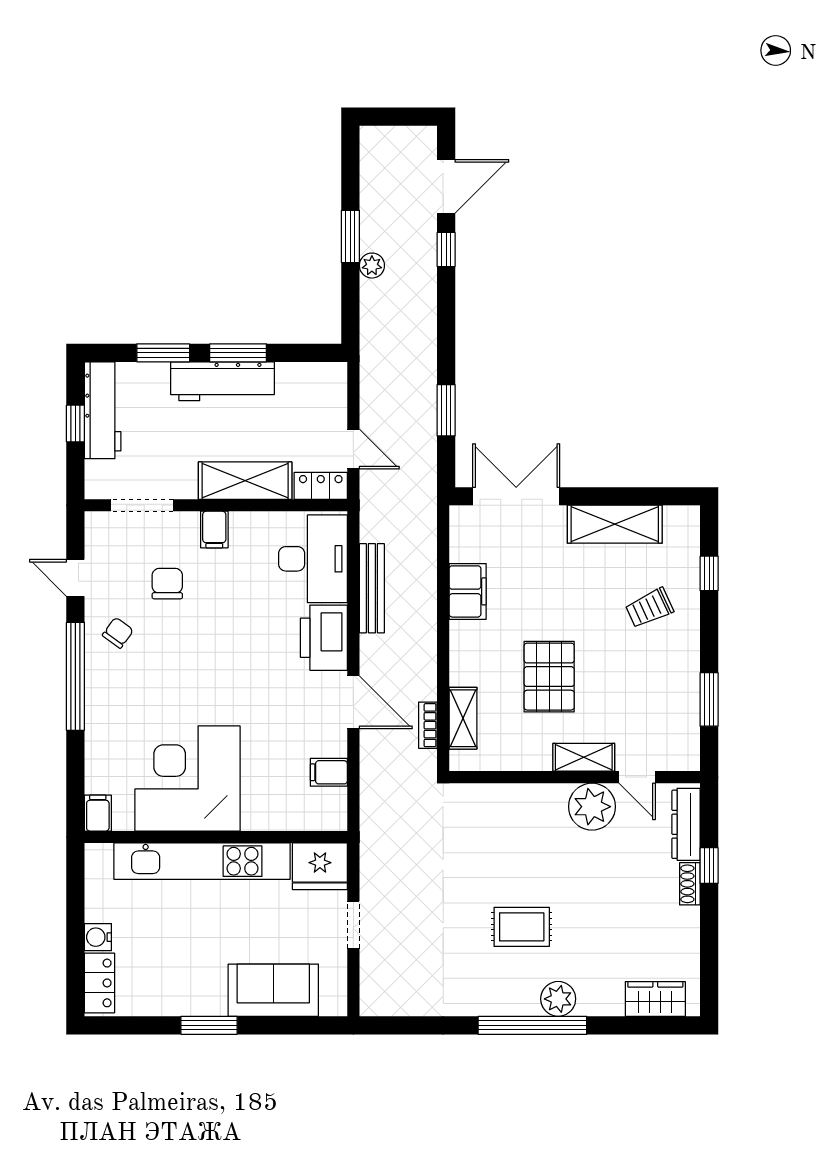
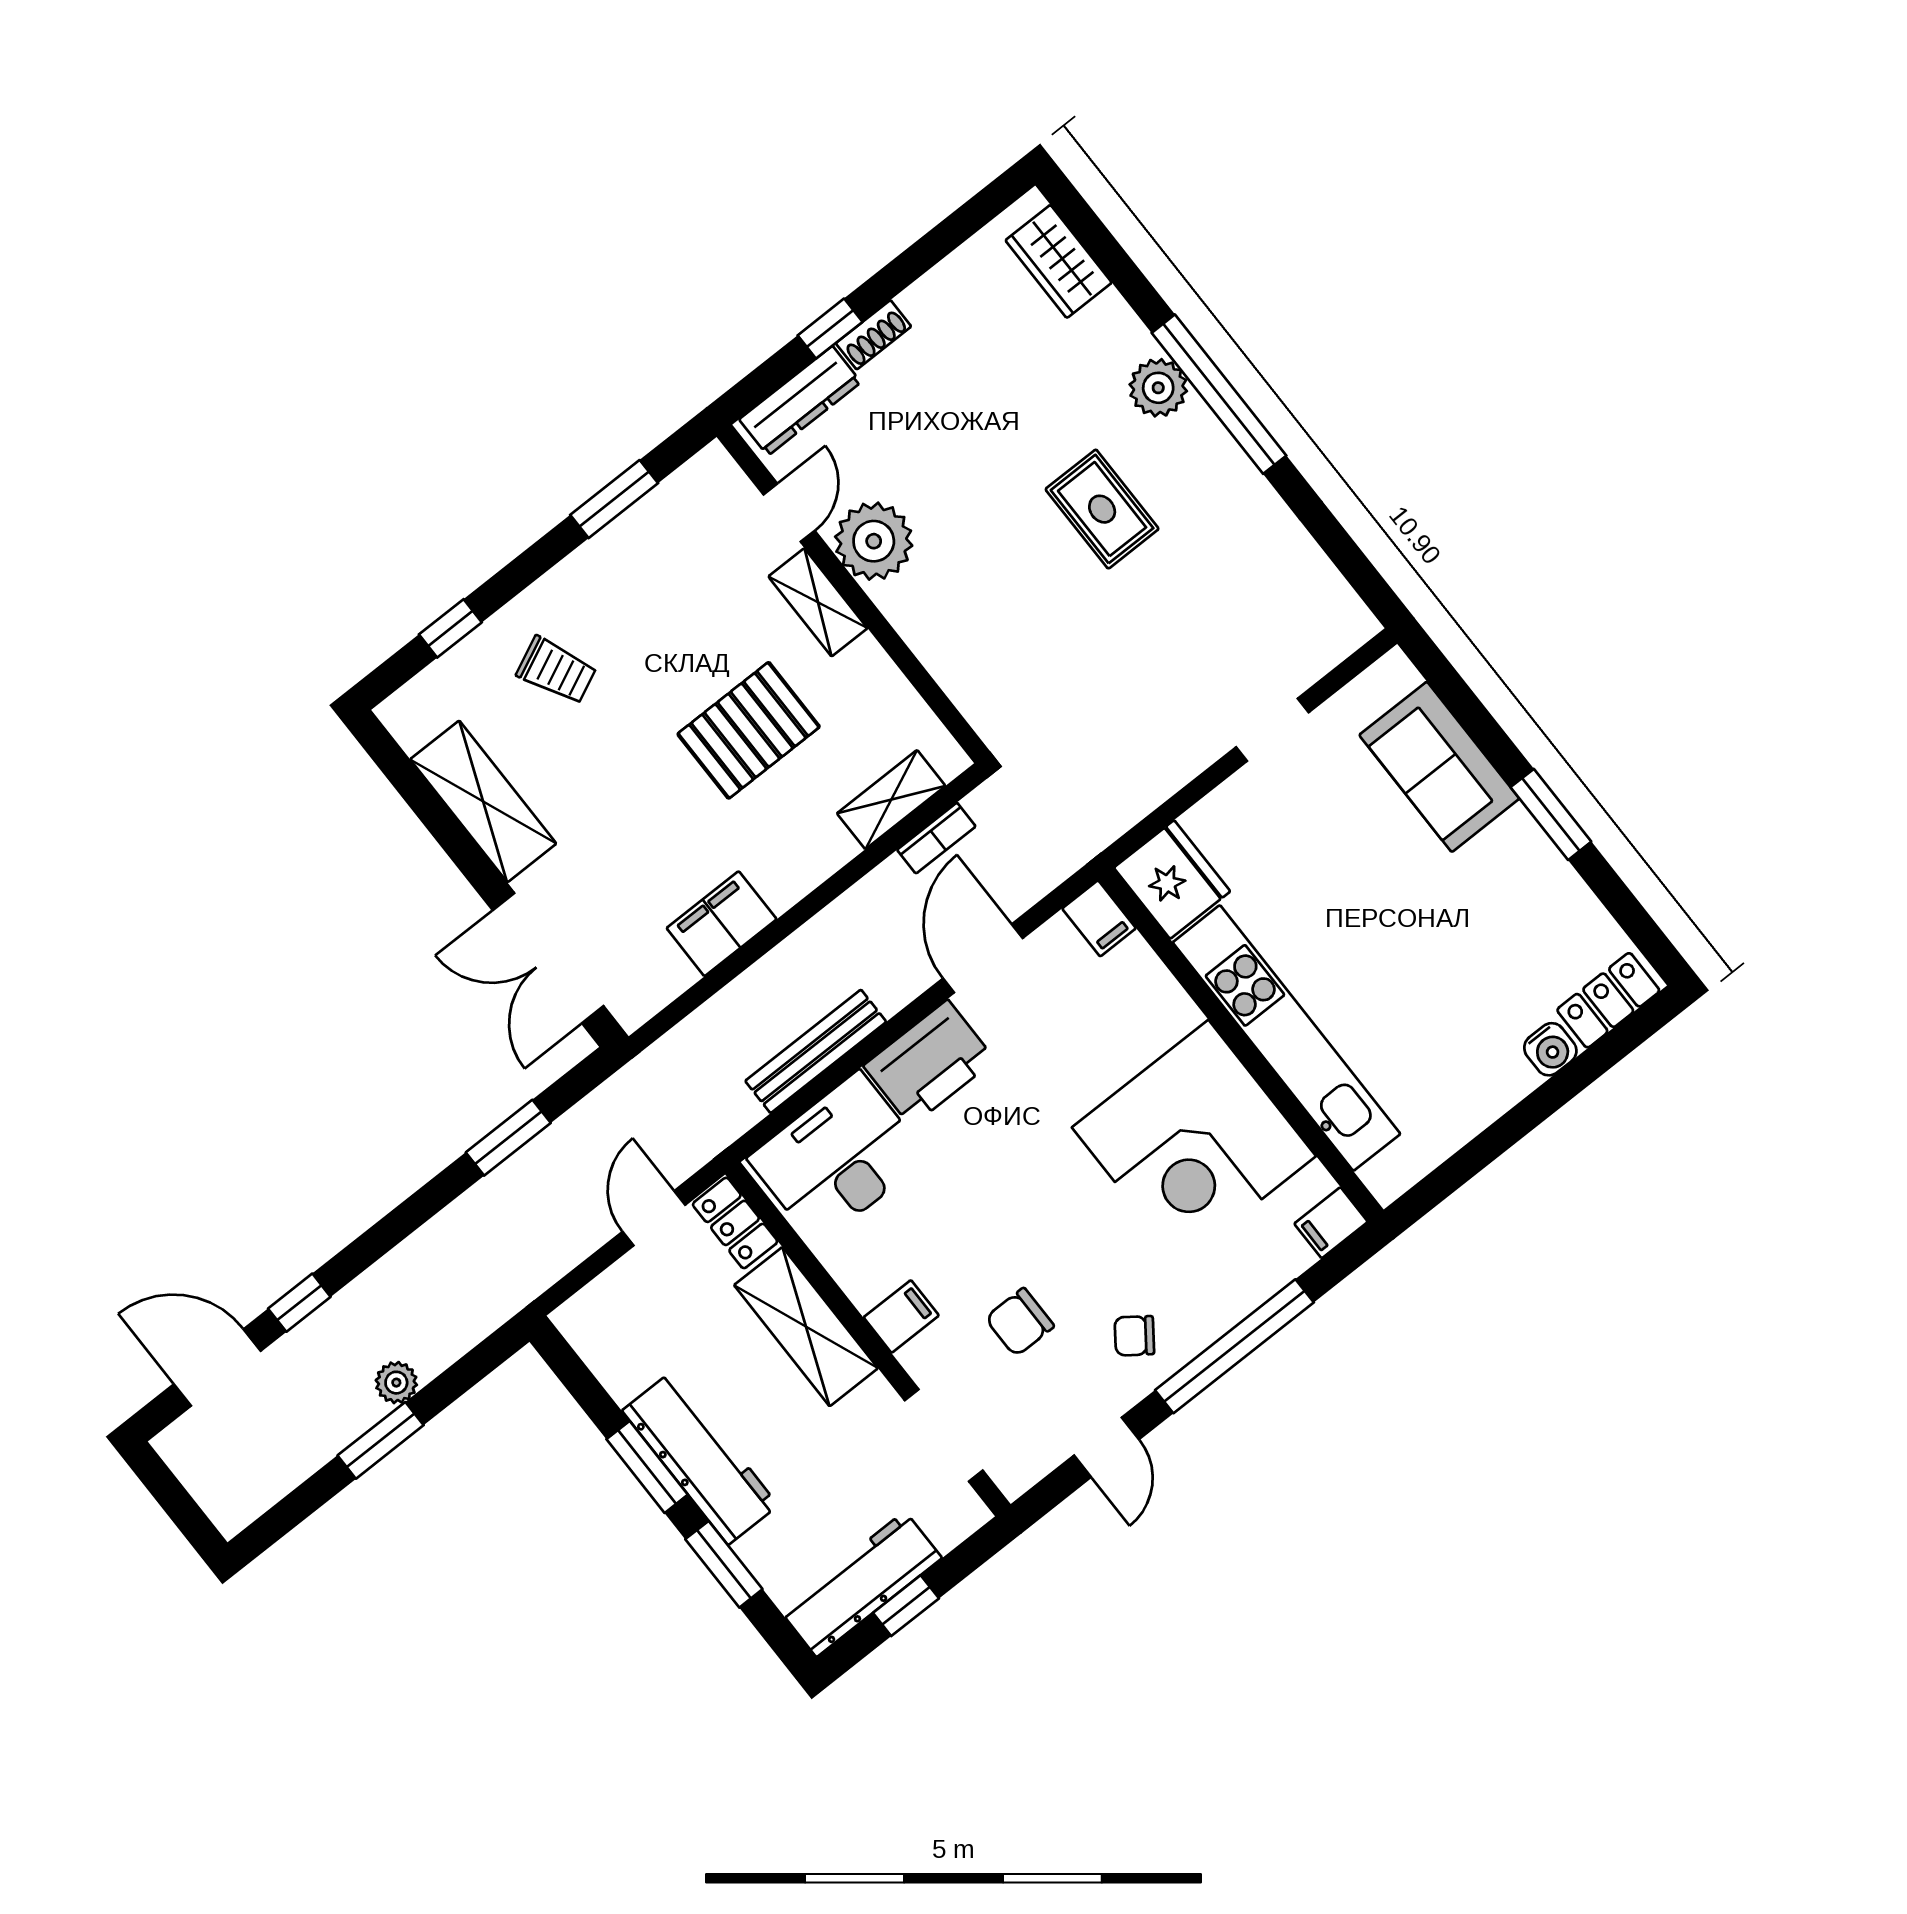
corner desk: (187, 778) -> (1194, 1142), moved
filing cabinet: (98, 813) -> (1331, 1223), moved
wall: (216, 837) -> (1241, 1045), moved
kitchen unit: (202, 861) -> (1287, 1038), moved
fridge: (320, 866) -> (1172, 880), moved

